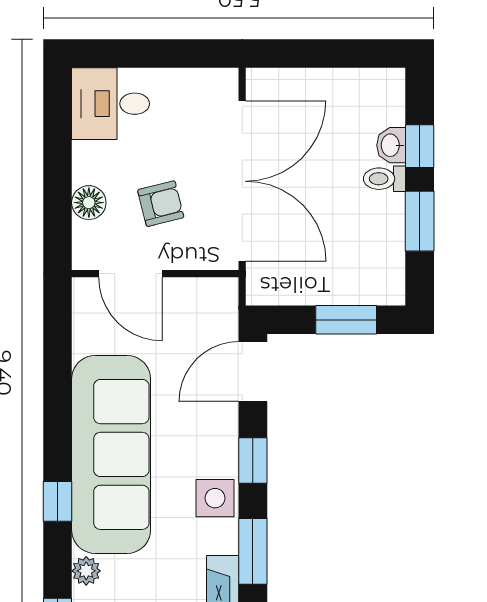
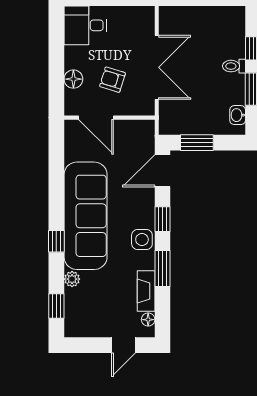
washbasin: (391, 145) -> (238, 115), moved
double door: (242, 181) -> (157, 67), width x0.73
armchair: (161, 204) -> (112, 80), turned -149
window: (346, 320) -> (197, 143), moved

